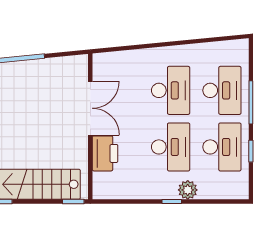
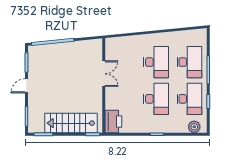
double door: (90, 108) -> (104, 74), width x0.73
printer: (105, 153) -> (113, 122), moved
plant: (188, 190) -> (194, 127), moved

